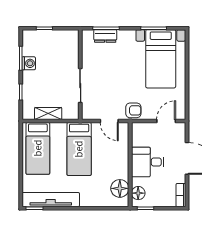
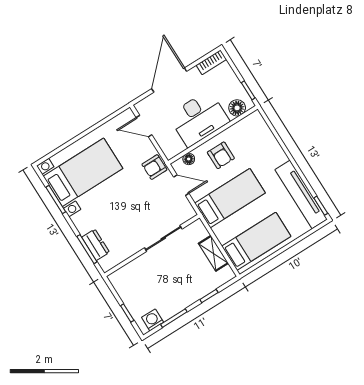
washing machine: (29, 63) -> (153, 320), moved
armchair: (133, 110) -> (154, 167), turned -90
door: (109, 121) -> (181, 185), hinge flipped
armchair: (113, 161) -> (221, 155), added
desk: (148, 162) -> (199, 118), width x1.37
floor lamp: (120, 188) -> (189, 159), moved, width x0.53, depth x0.53

